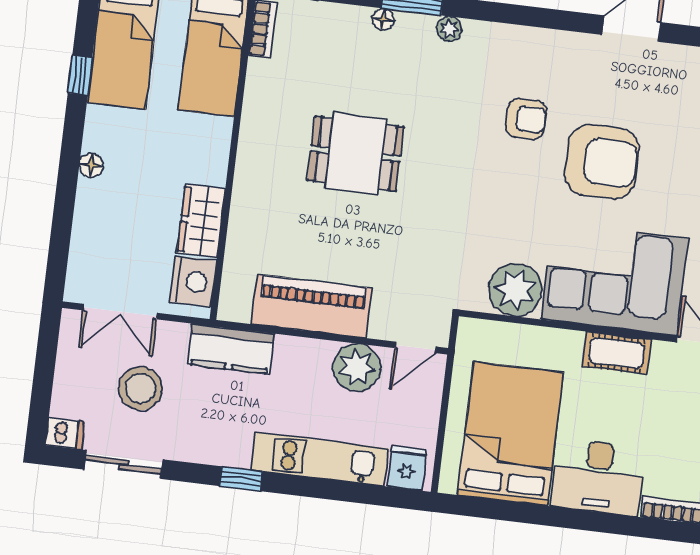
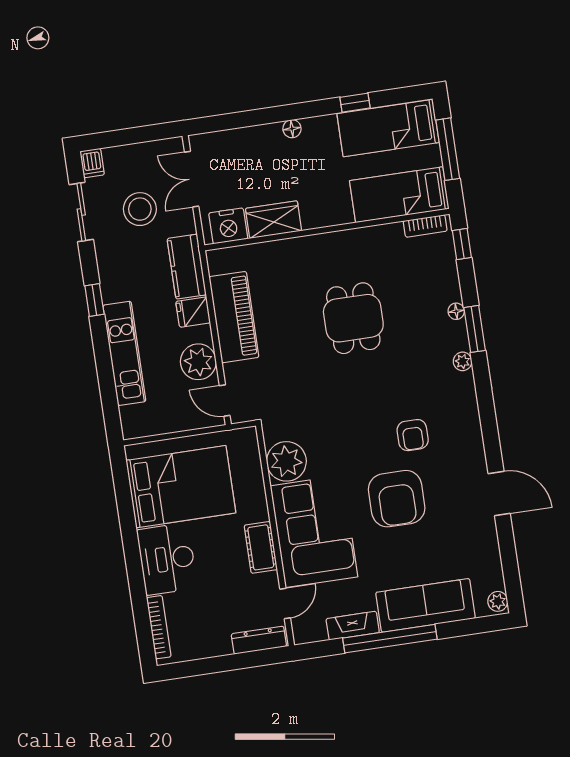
fridge: (407, 468) -> (193, 312), moved, turned 180

